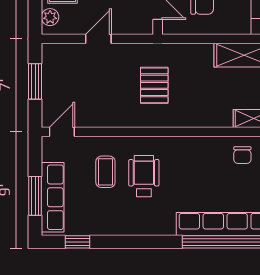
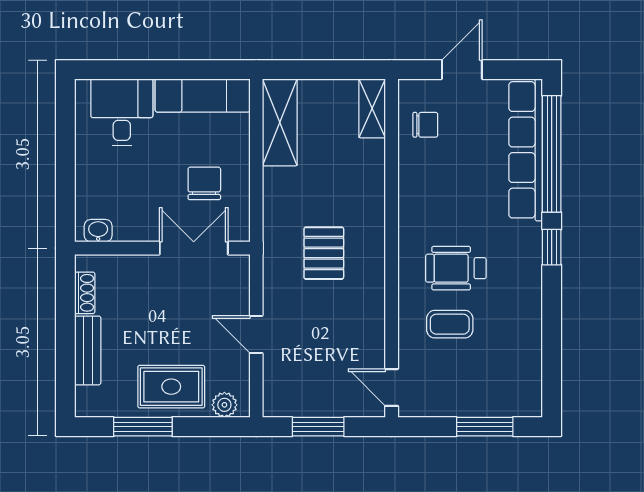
pallet: (154, 85) -> (324, 253), turned 90
row of seats: (53, 197) -> (487, 401), removed
window: (77, 242) -> (552, 247), moved

